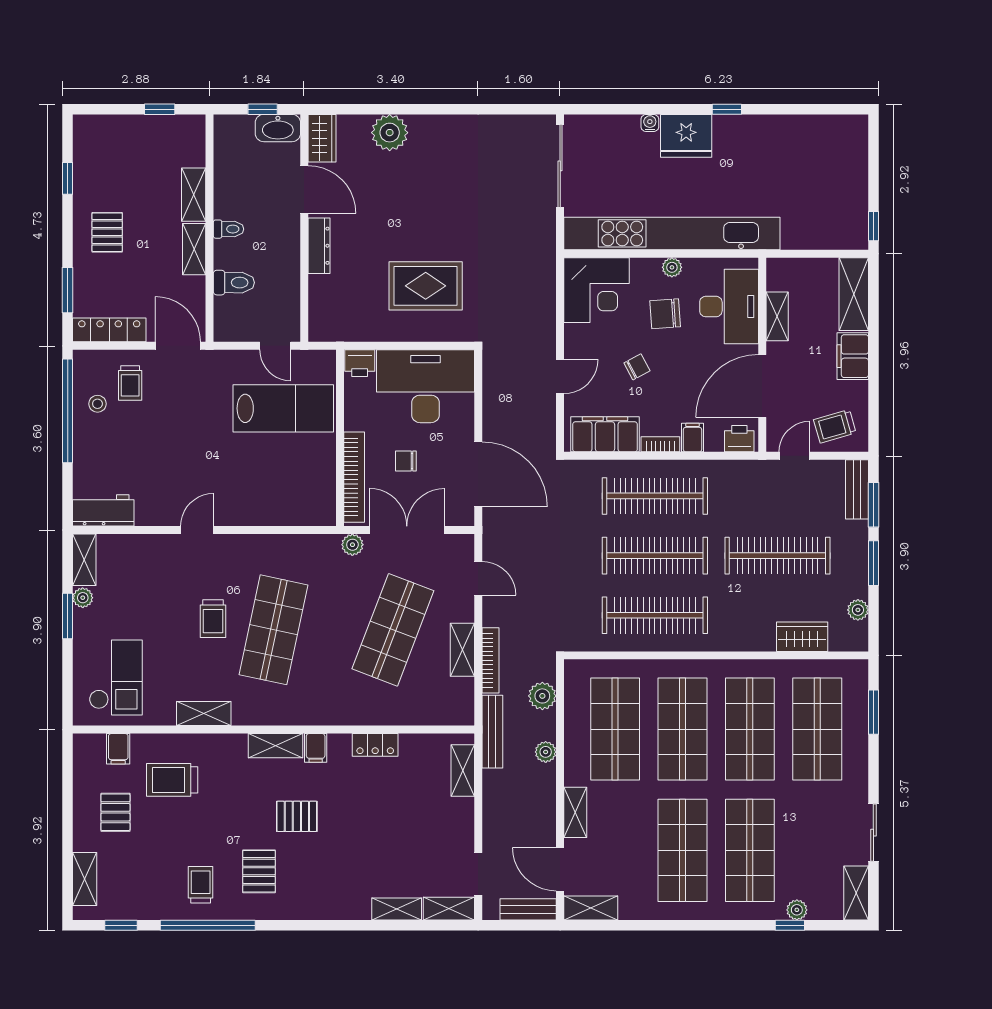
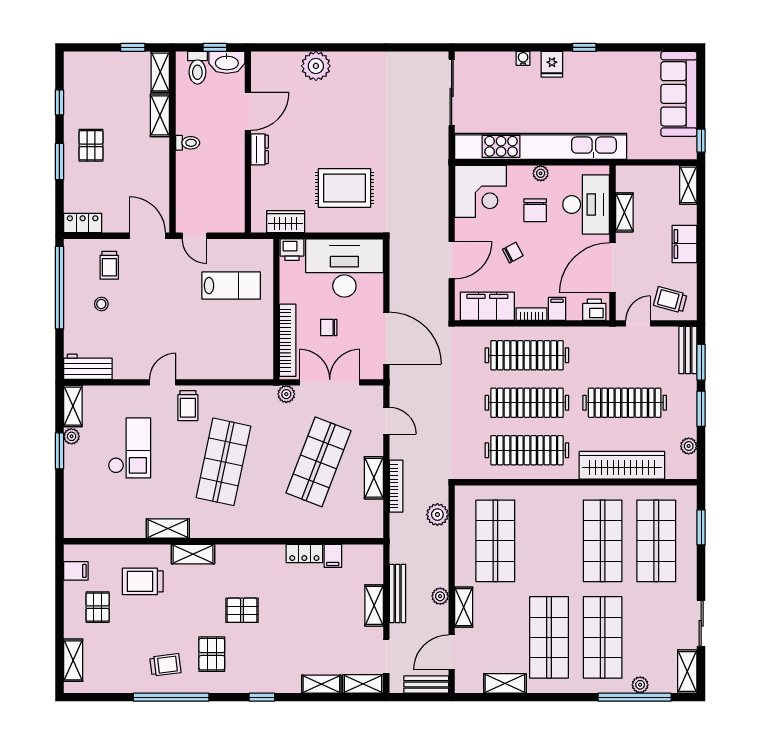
fridge: (686, 136) -> (552, 64), width x0.53, depth x0.75
wardrobe: (322, 138) -> (286, 222), moved, turned -90
sofa: (846, 168) -> (679, 94), added
door: (304, 189) -> (248, 111), hinge flipped
dresser: (319, 246) -> (260, 149), width x0.70
shelving: (194, 249) -> (160, 72), moved
toilet: (234, 283) -> (197, 68), moved, turned 90
window: (68, 290) -> (59, 162), moved
shelving: (854, 294) -> (688, 185), width x0.67, depth x0.75
chair: (665, 314) -> (535, 210), turned -86
locker: (109, 330) -> (83, 223), width x0.66
door: (275, 346) -> (195, 236), moved
door: (560, 377) -> (452, 260), width x1.38
stool: (97, 404) -> (101, 304), moved
lab bench: (283, 408) -> (231, 286), width x0.73, depth x0.72
trolley: (835, 426) -> (670, 300), turned 31
trolley: (213, 619) -> (188, 406), moved
wardrobe: (802, 637) -> (622, 465), width x2.10, depth x1.17
checkout: (116, 677) -> (129, 448), moved
shop shelf: (682, 729) -> (549, 541), removed
bench: (492, 732) -> (398, 593), moved
shelving: (276, 746) -> (193, 554), moved
filing cabinet: (316, 748) -> (333, 556), moved
filing cabinet: (118, 749) -> (76, 571), moved, turned -90
plant: (546, 752) -> (440, 596), moved
shelving: (463, 770) -> (374, 605), moved
door: (560, 869) -> (452, 652), hinge flipped
trolley: (201, 885) -> (165, 665), turned 83
shelving: (591, 908) -> (505, 683), moved
window: (121, 925) -> (262, 697), moved
window: (790, 925) -> (635, 697), width x3.17

